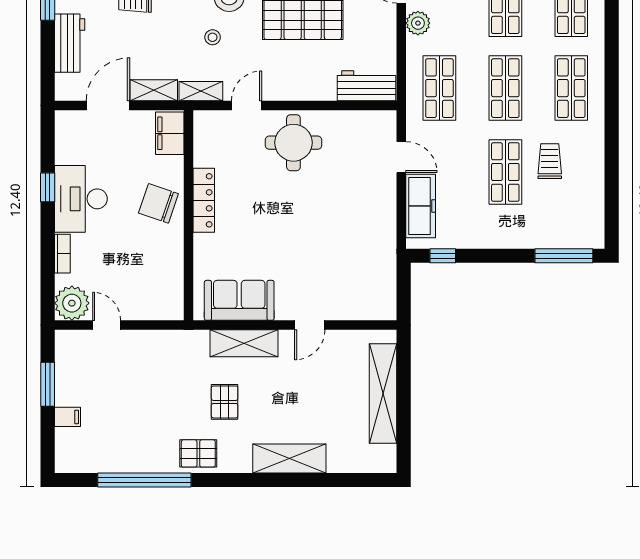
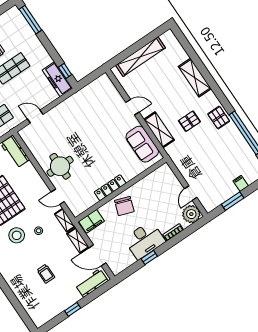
workbench: (70, 43) -> (92, 283), moved
door: (401, 157) -> (35, 117), hinge flipped
freezer: (421, 206) -> (57, 79), moved, turned -90

